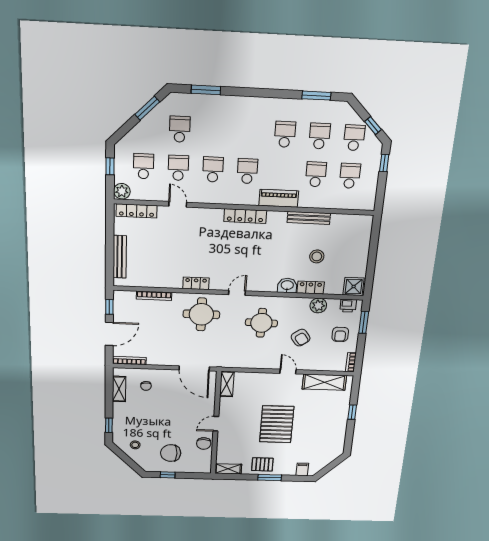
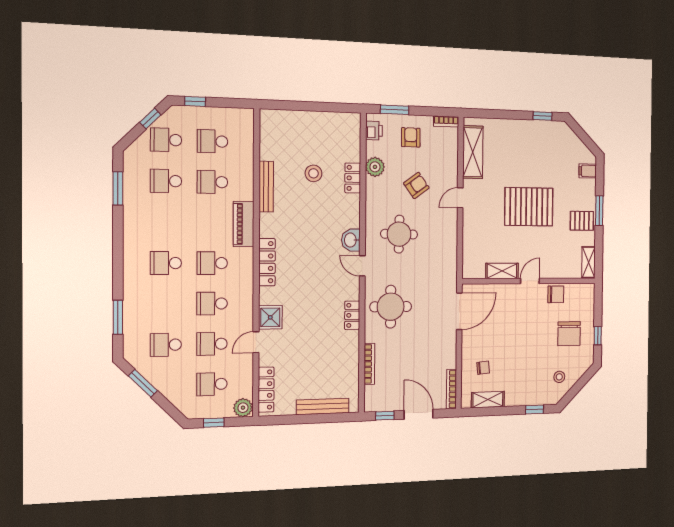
school desk: (285, 134) -> (166, 263), moved
washbasin: (287, 286) -> (351, 240), moved
shower: (354, 286) -> (270, 317), moved
armchair: (340, 334) -> (411, 137), turned -90
shelving: (227, 384) -> (502, 271), moved
window: (352, 412) -> (543, 116), moved
door: (216, 424) -> (530, 281), swing flipped
pallet: (262, 464) -> (582, 221), turned 90

